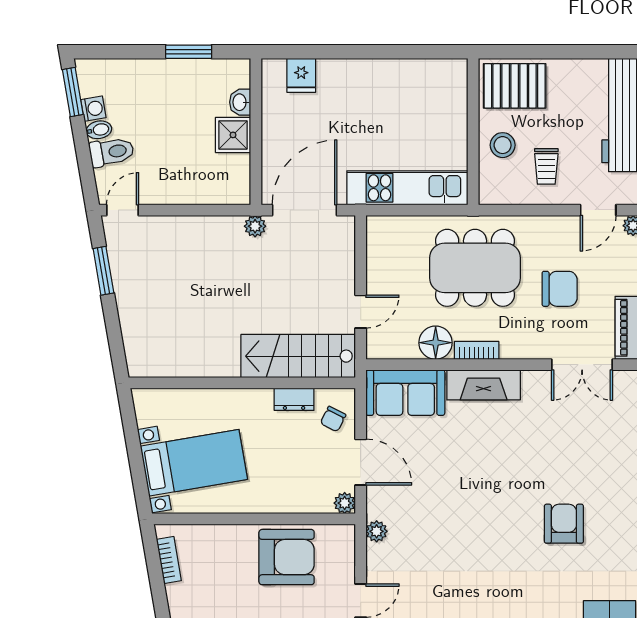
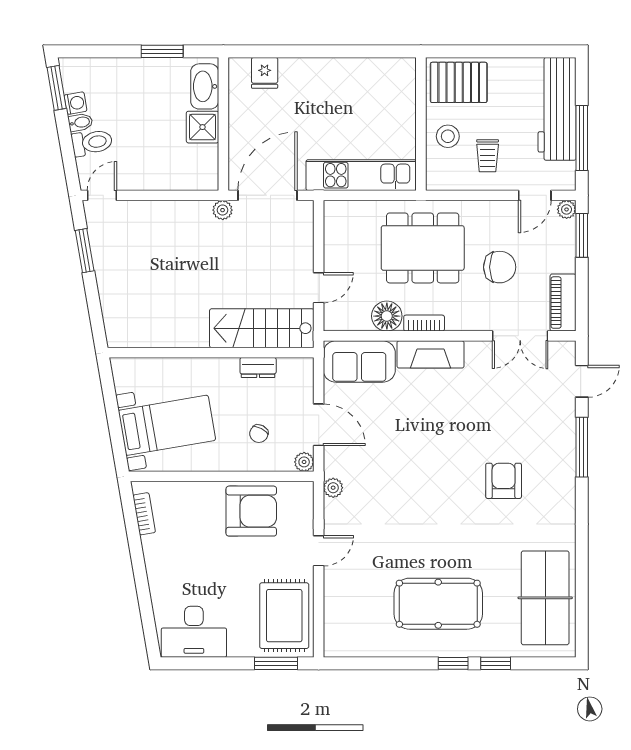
washbasin: (240, 102) -> (205, 86), width x1.91, depth x1.45
chair: (333, 419) -> (259, 434), moved

